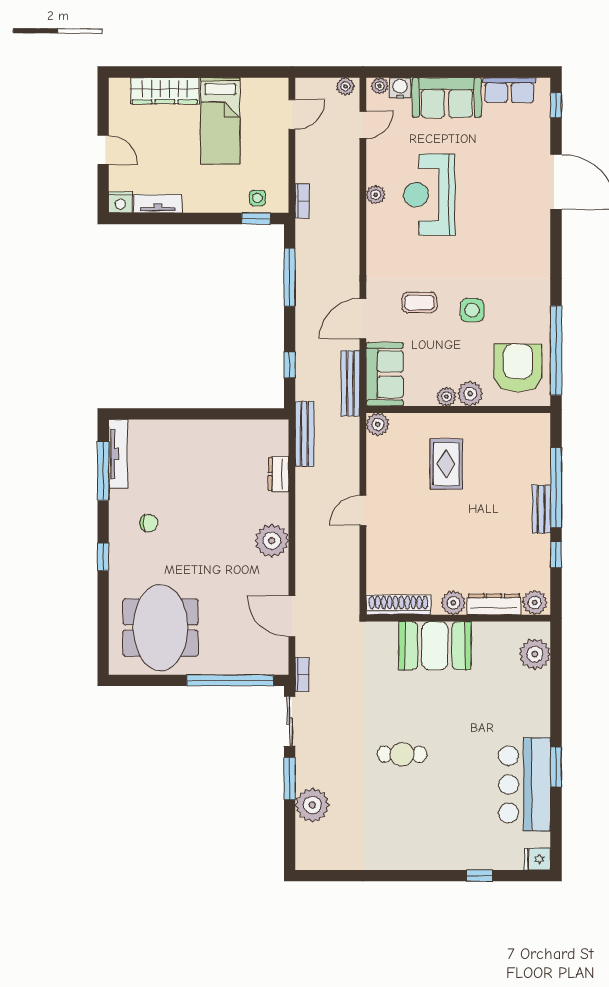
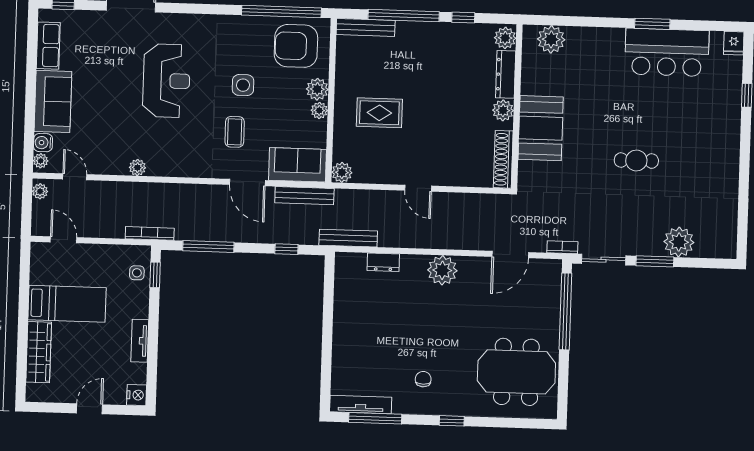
reception desk: (429, 195) -> (166, 81), moved, turned -90
bookcase: (302, 201) -> (150, 233), width x1.56
tv unit: (158, 204) -> (140, 341), moved
bench: (541, 509) -> (366, 27), moved, width x1.36
cafe table: (402, 754) -> (636, 161), turned 90

